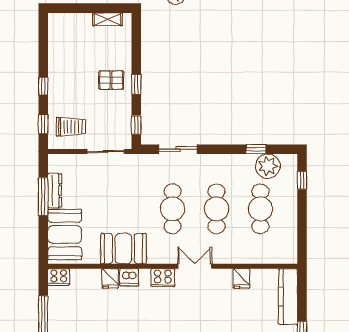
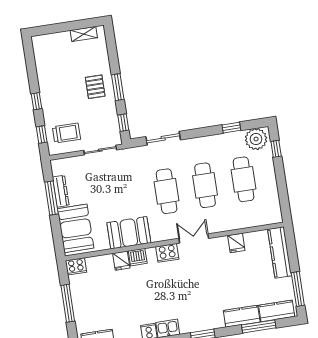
pallet: (111, 80) -> (95, 87), turned 90
window: (136, 84) -> (118, 87), width x1.50
plant: (268, 166) -> (256, 139), moved

